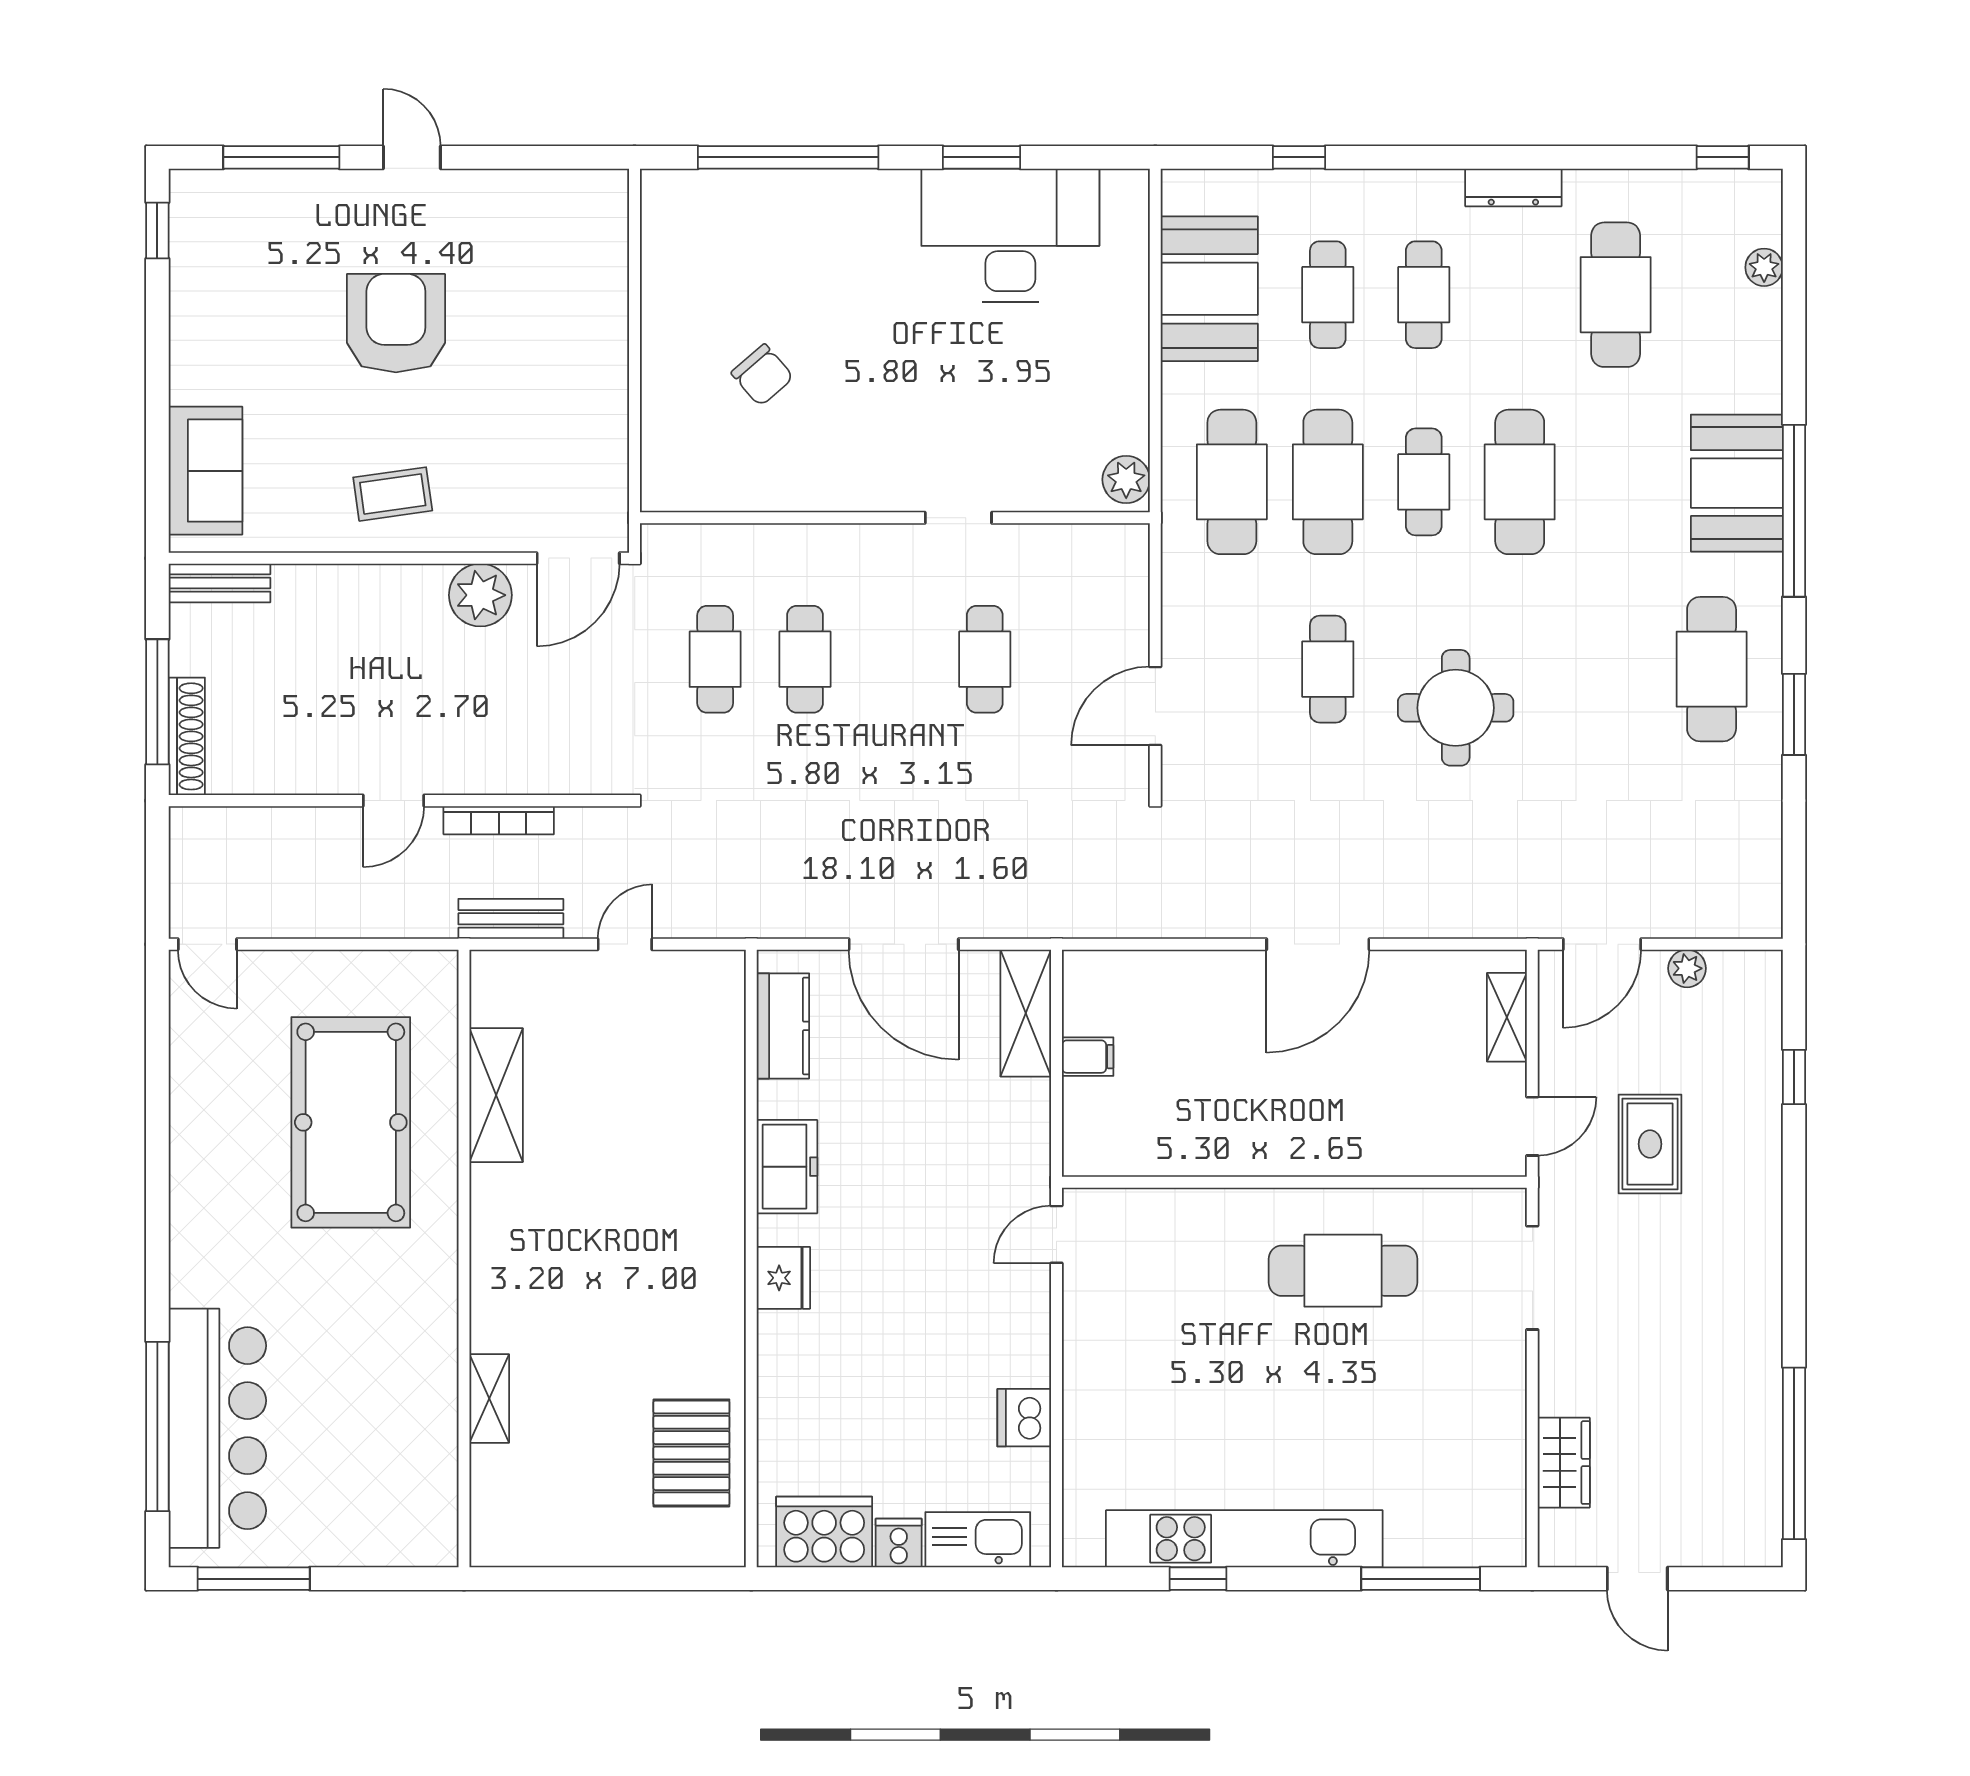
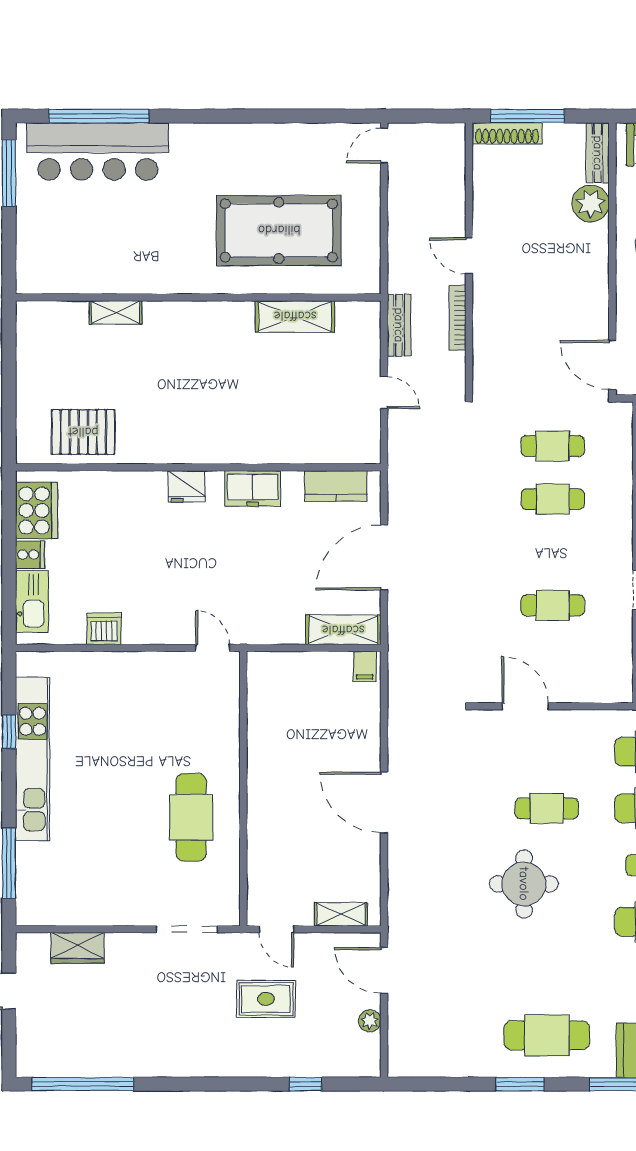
plant: (480, 595) -> (591, 204), moved
filing cabinet: (1088, 1057) -> (365, 666), moved

